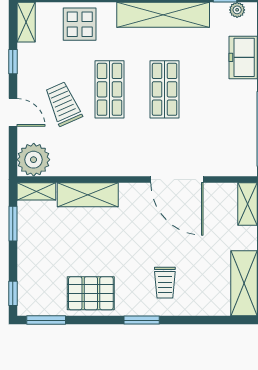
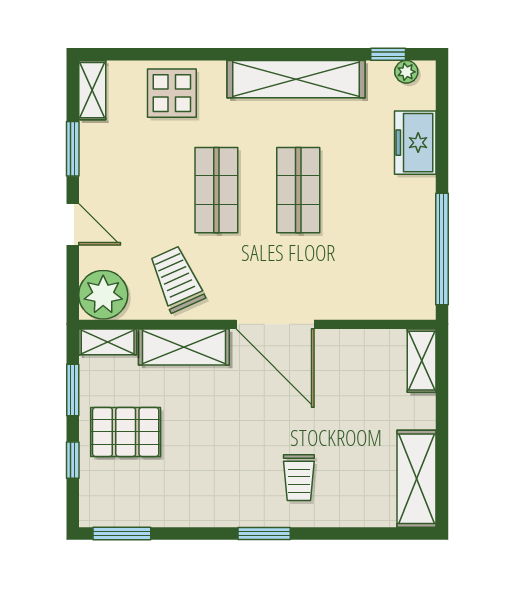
window: (13, 62) -> (73, 149), width x1.50
trolley: (63, 104) -> (177, 279), moved
door: (177, 180) -> (275, 324), moved
window: (13, 293) -> (73, 460), moved
pallet: (91, 293) -> (126, 432), moved

